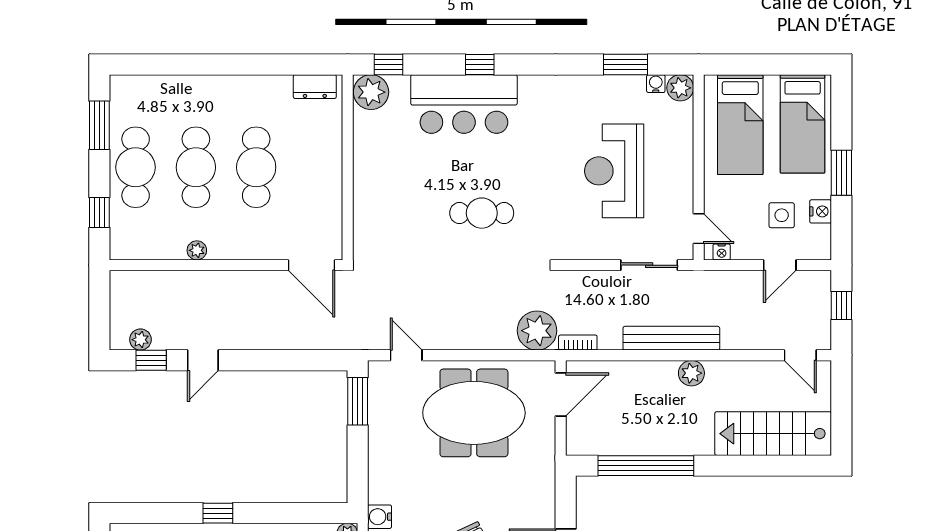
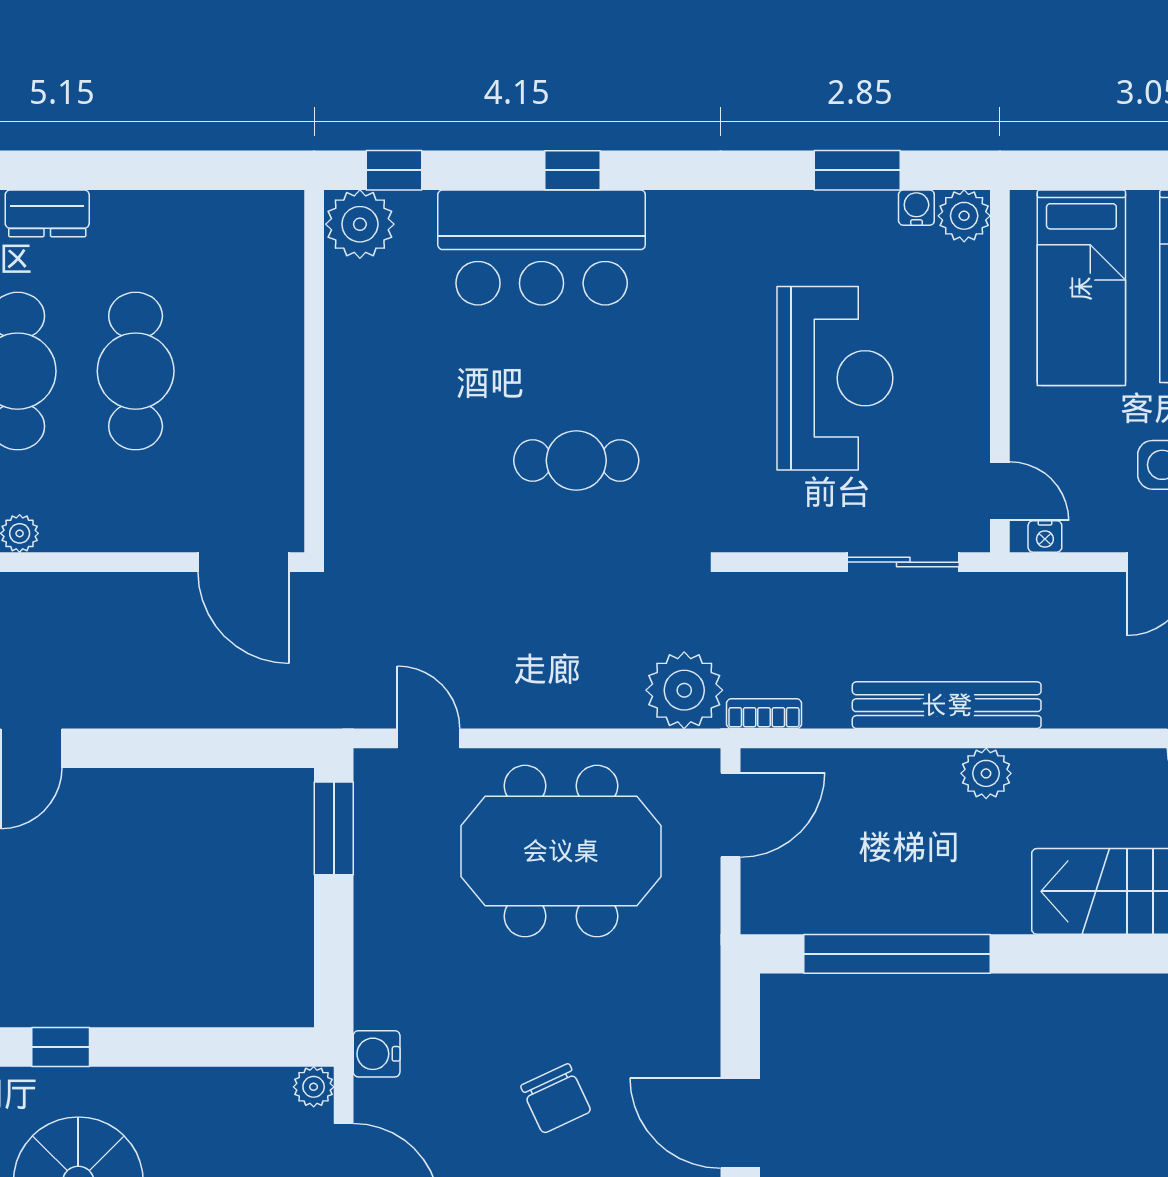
dresser: (315, 87) -> (47, 213), moved
reception desk: (614, 171) -> (835, 378), turned 180

